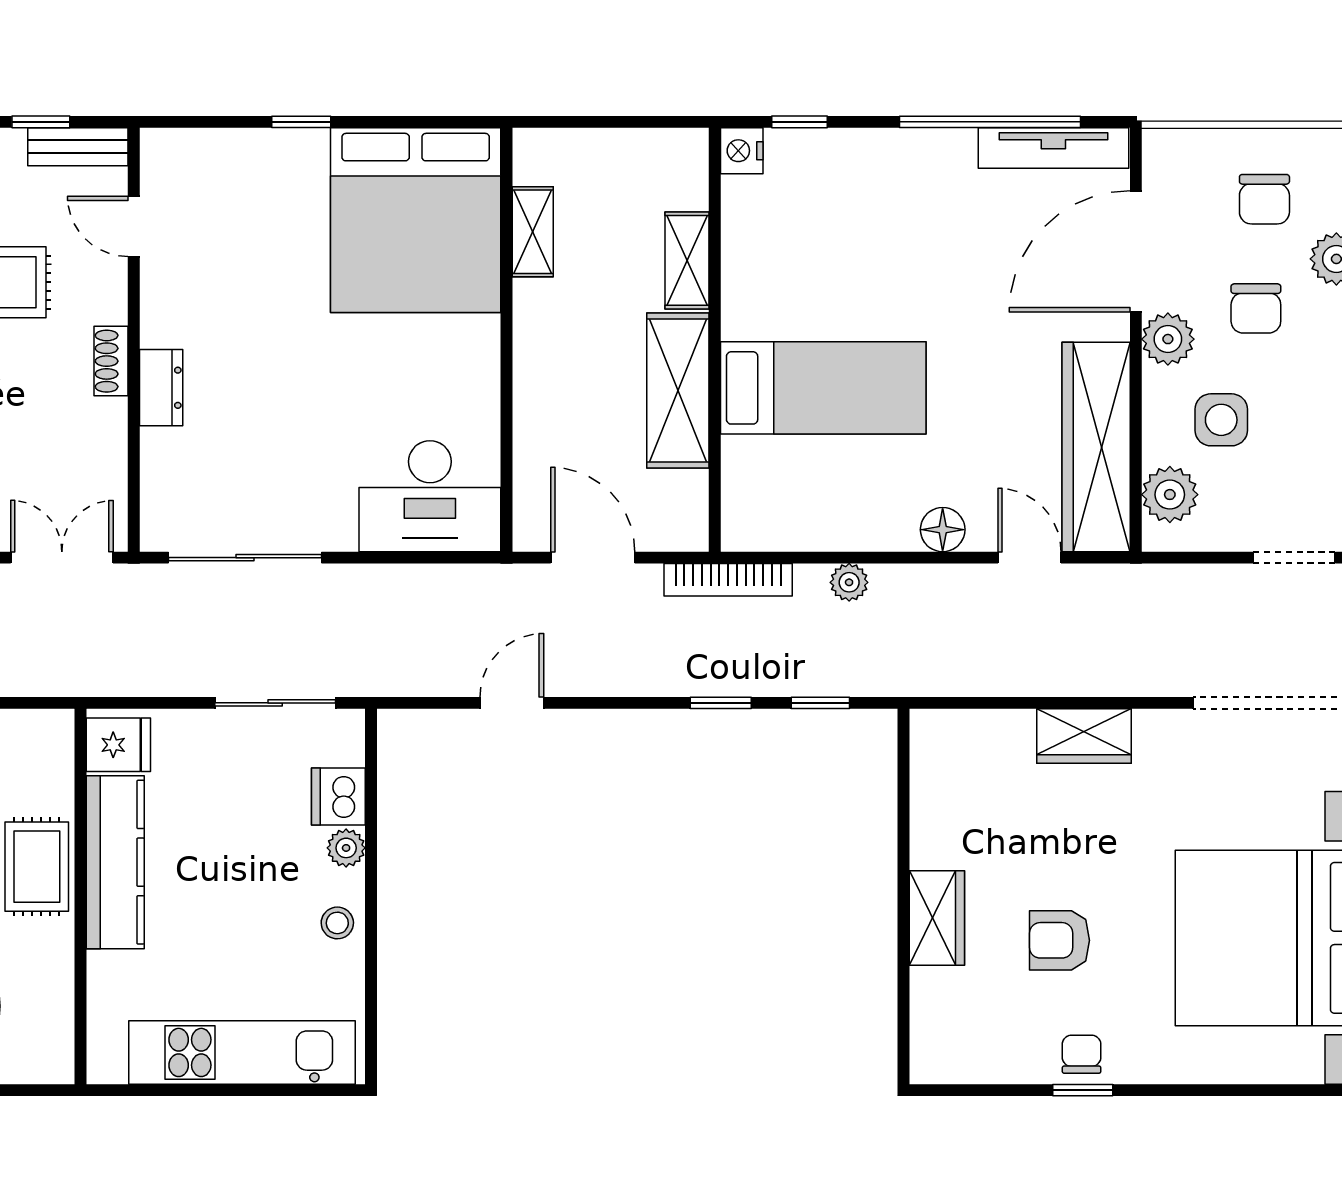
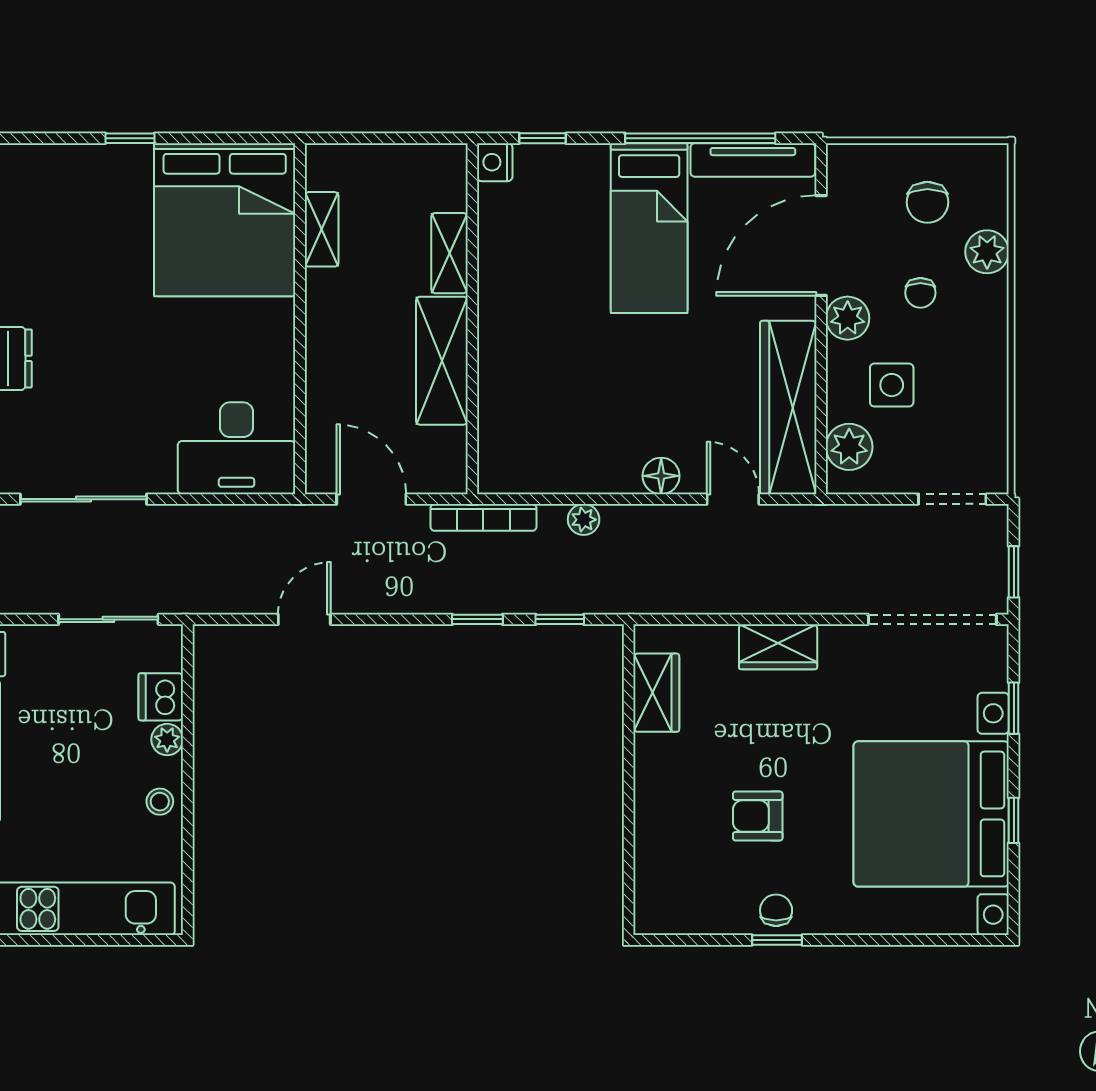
chair: (1256, 308) -> (920, 293), width x0.73, depth x0.73
bed: (823, 388) -> (649, 228), moved, turned 90
wardrobe: (937, 918) -> (656, 693), moved

